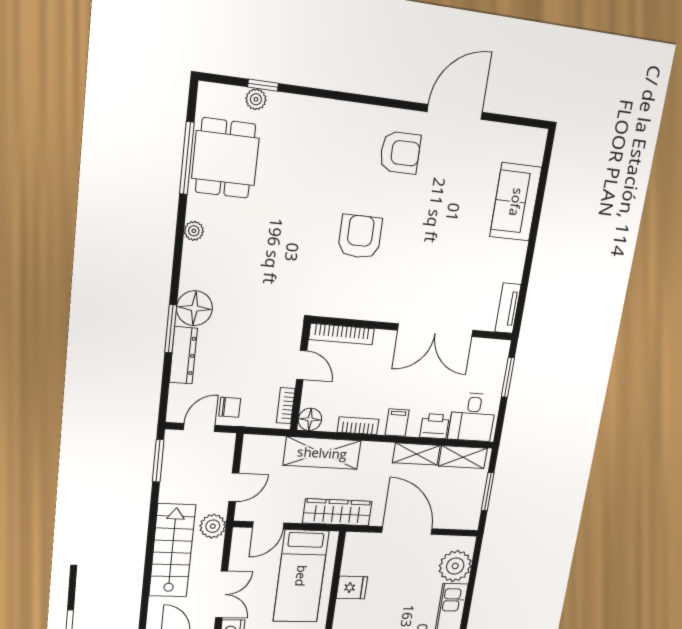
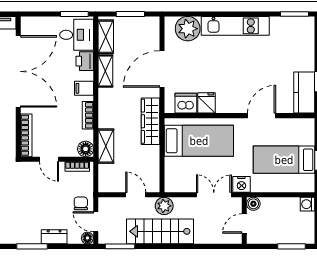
floor lamp: (194, 308) -> (87, 238), moved, width x0.53, depth x0.53
double door: (435, 330) -> (18, 71), width x1.36
dresser: (183, 355) -> (54, 237), width x0.70
door: (302, 365) -> (49, 159), swing flipped
window: (508, 377) -> (74, 14), moved
shelving: (322, 453) -> (106, 146), width x0.67, depth x0.75
door: (268, 525) -> (162, 168), removed
stairs: (172, 551) -> (160, 231), moved
dishwasher: (356, 561) -> (186, 103), added

